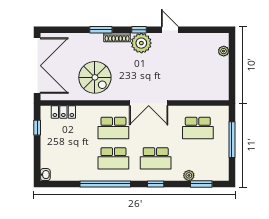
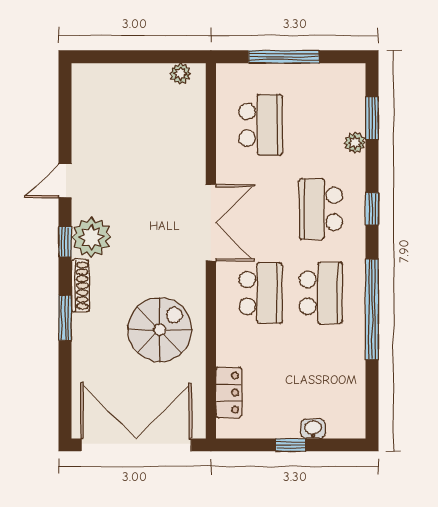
plant: (224, 51) -> (180, 74), moved
window: (37, 128) -> (291, 445), moved
school desk: (156, 158) -> (321, 209), turned 180
washbasin: (45, 175) -> (313, 429), moved

